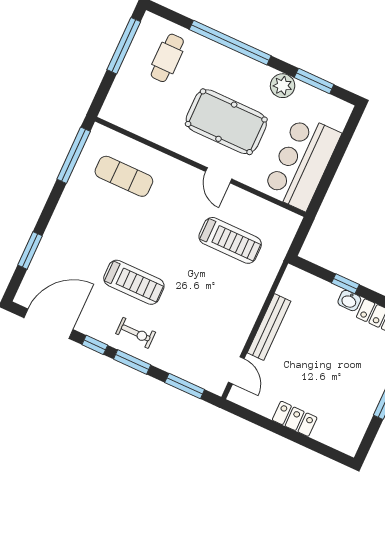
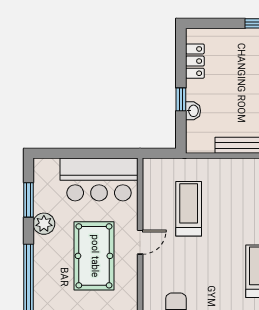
washbasin: (349, 301) -> (193, 111), moved

